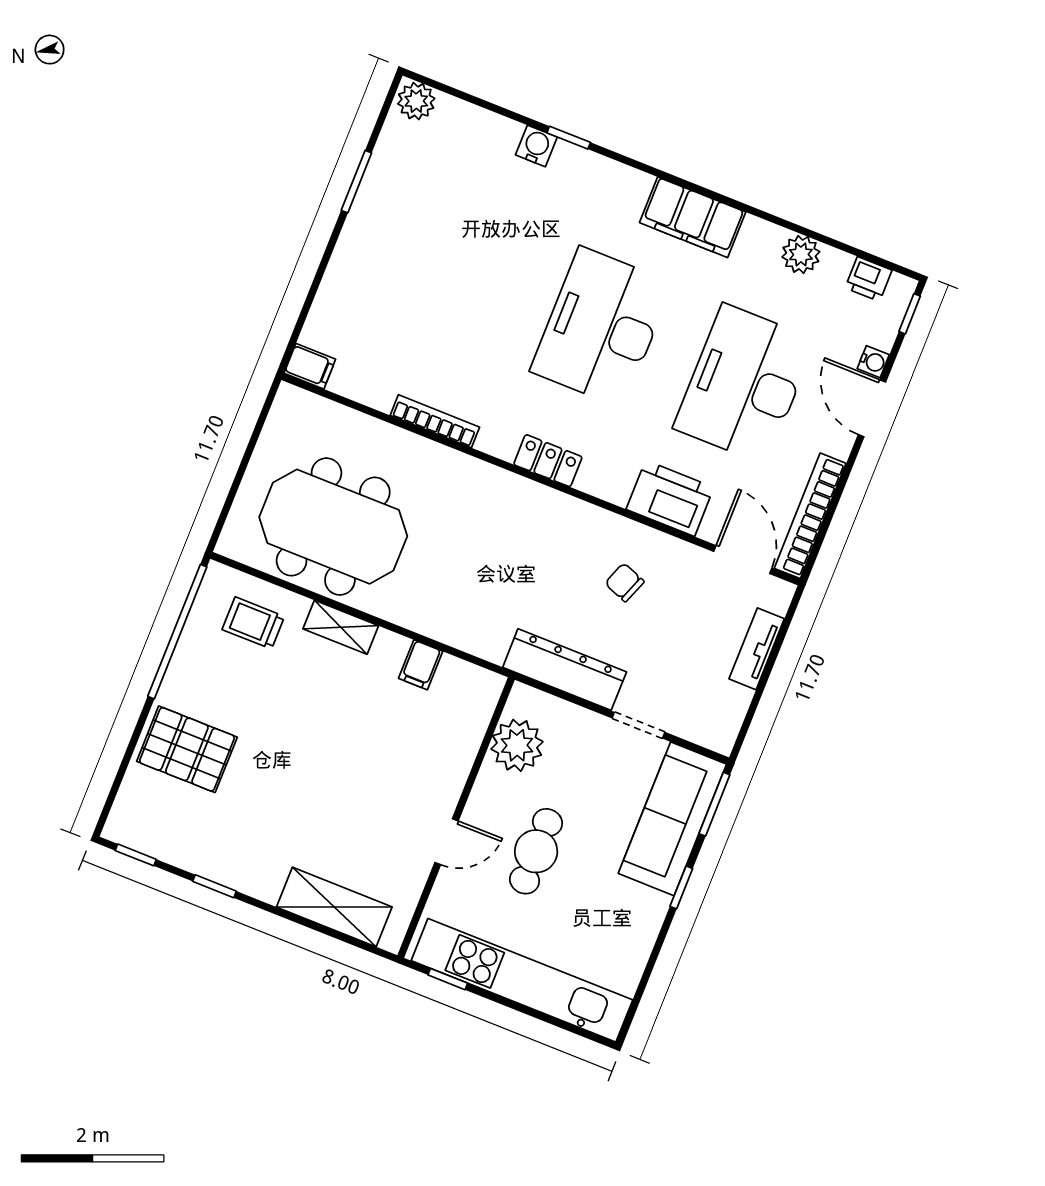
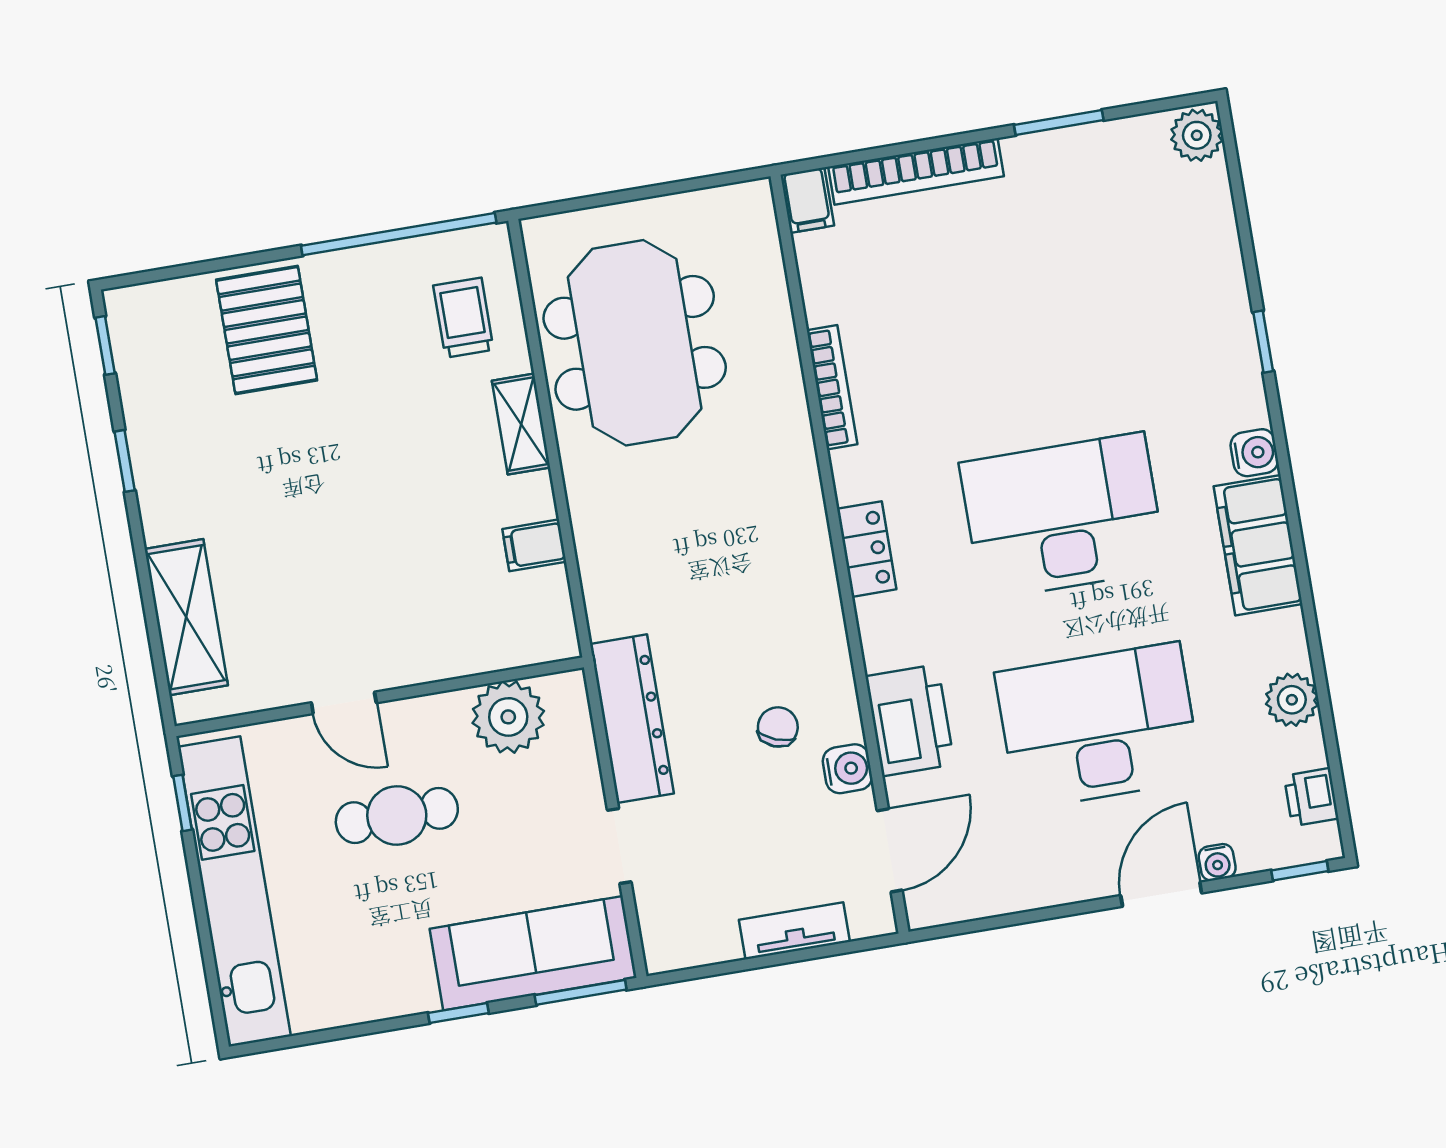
water cooler: (536, 146) -> (1254, 453), moved
bookcase: (810, 516) -> (916, 171), moved, turned 180
water cooler: (676, 555) -> (847, 769), added

